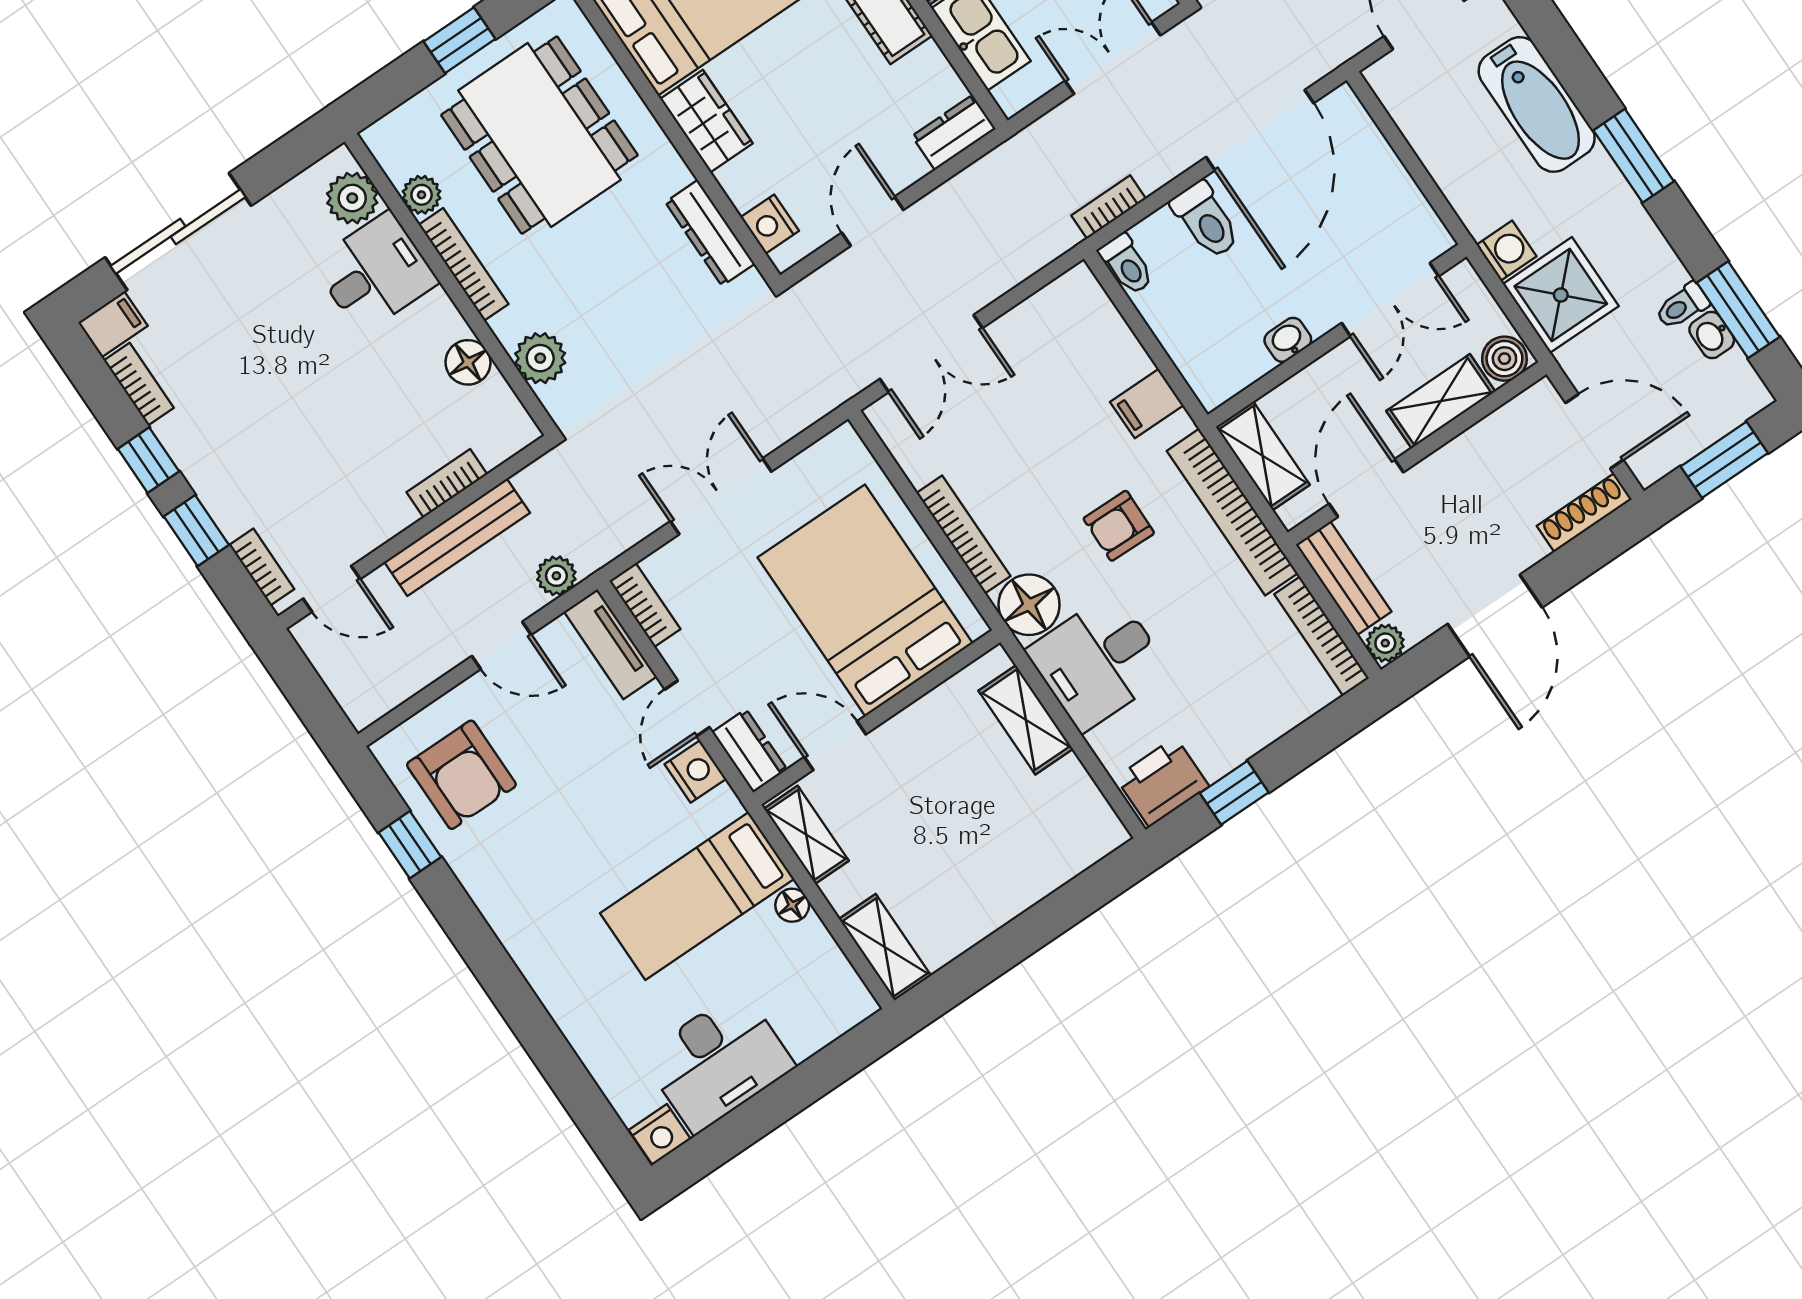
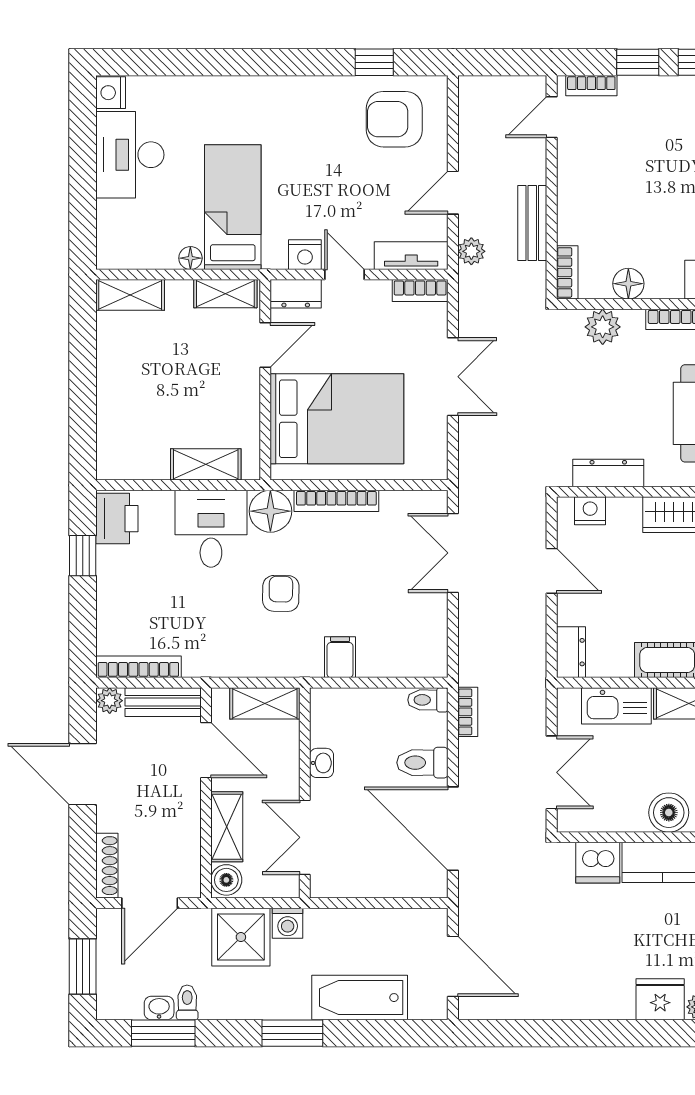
bookcase: (447, 483) -> (567, 272), moved
bookcase: (1232, 512) -> (244, 664), removed
bench: (457, 537) -> (532, 223), width x0.73

